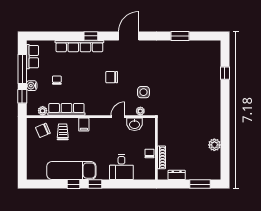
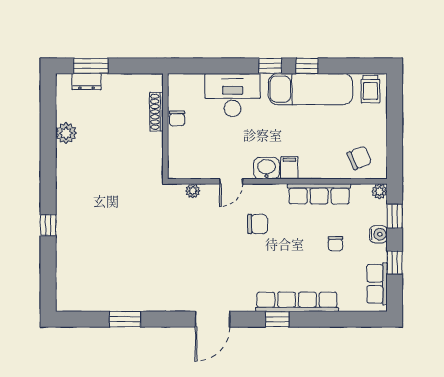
window: (22, 69) -> (395, 263), width x0.46
window: (225, 73) -> (48, 225), moved
chair: (112, 77) -> (257, 224), moved
side table: (143, 92) -> (187, 223), removed
plant: (43, 111) -> (379, 191), moved
washbasin: (135, 124) -> (267, 168), moved
trolley: (63, 132) -> (370, 89), moved
desk: (121, 167) -> (232, 95), width x1.37
dresser: (177, 175) -> (87, 82), moved

